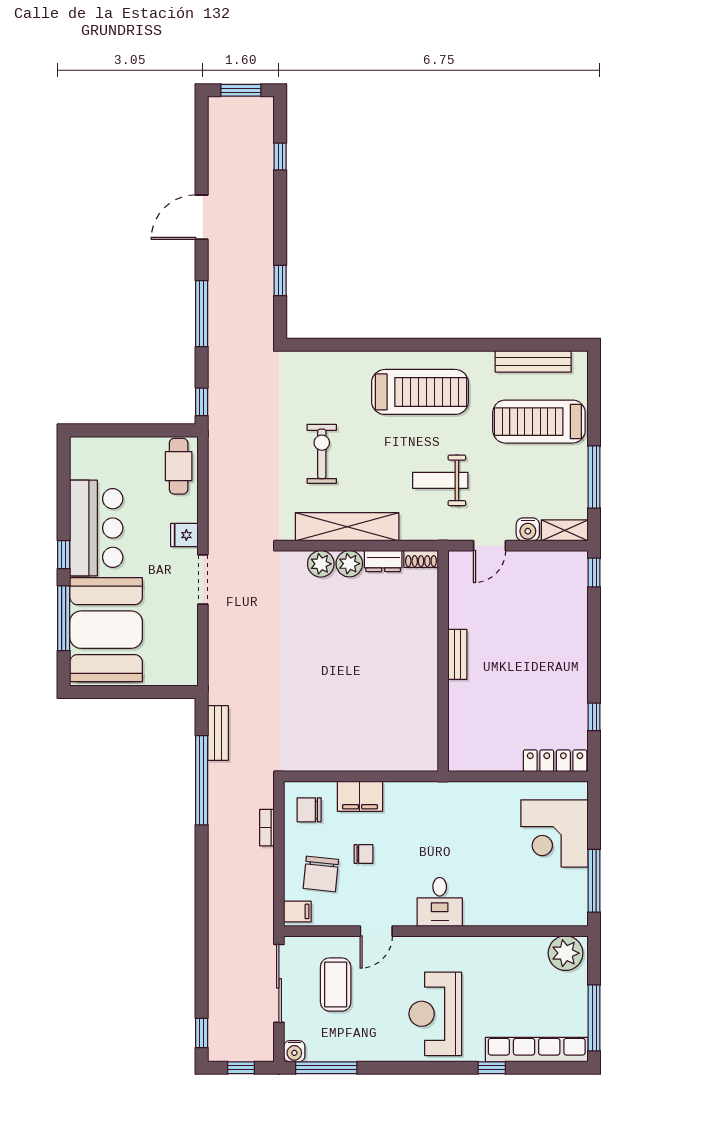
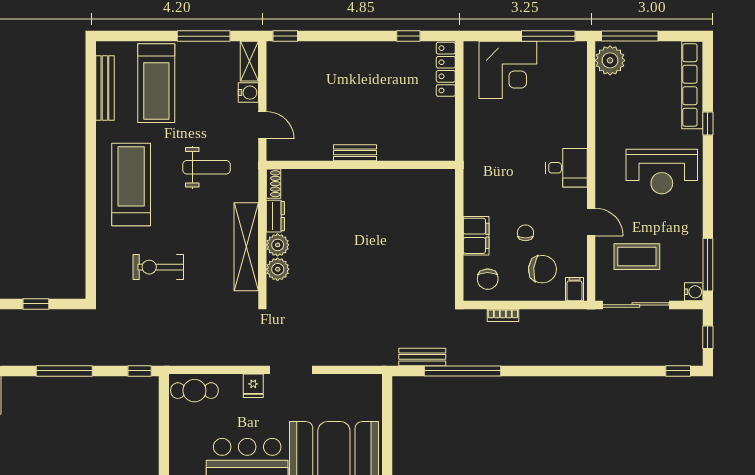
exercise bike: (322, 454) -> (158, 267), moved
weight bench: (440, 480) -> (207, 167), turned -90
window: (594, 1018) -> (630, 36), moved

